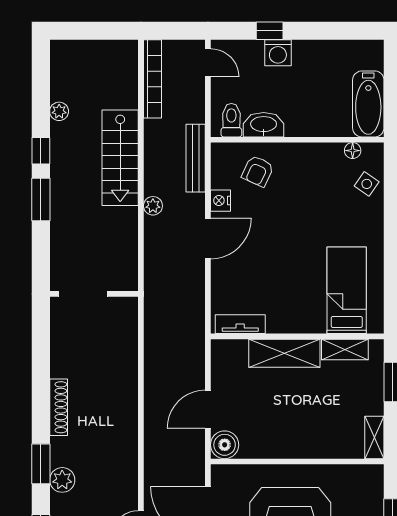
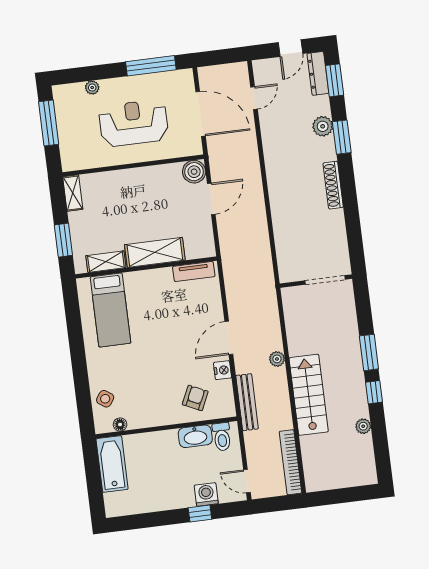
washing machine: (278, 53) -> (206, 494), moved

